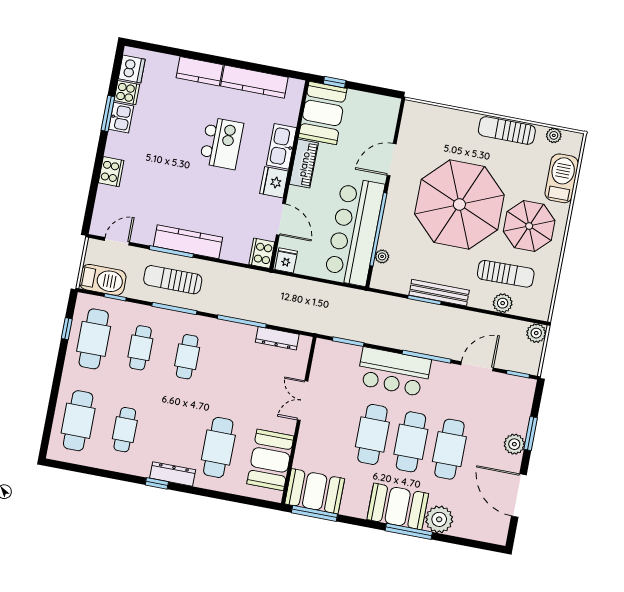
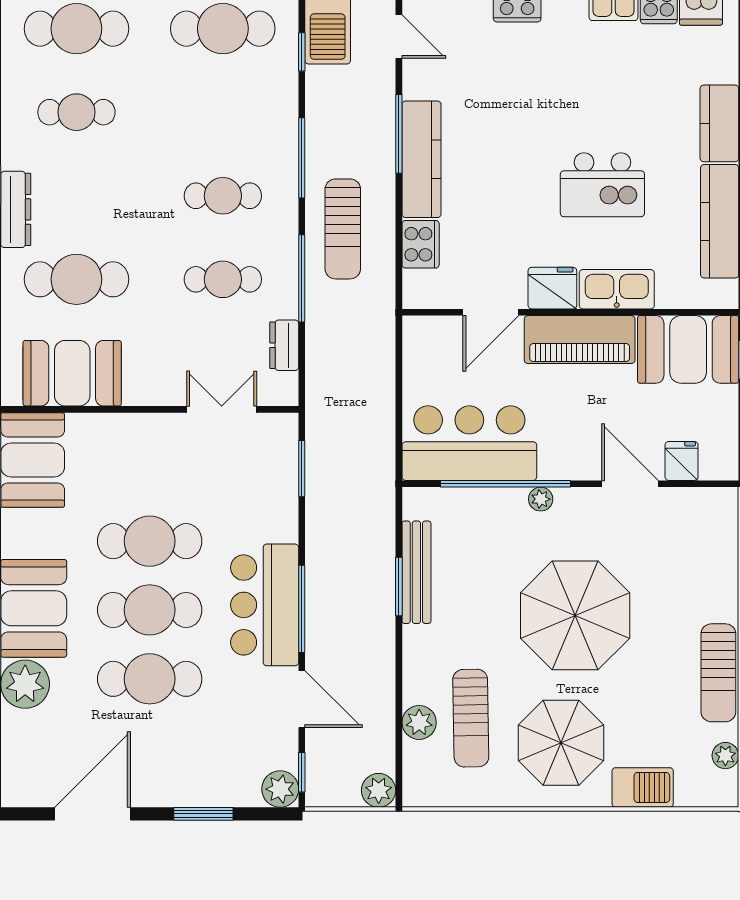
sun lounger: (507, 130) -> (718, 673), turned 180
piano: (304, 164) -> (580, 340), width x1.37, depth x1.33
barbecue: (562, 178) -> (643, 787), width x0.73, depth x0.83
parasol: (459, 204) -> (575, 615), width x0.73, depth x0.73
bar counter: (354, 232) -> (469, 443), width x0.73
cooker: (262, 253) -> (421, 244), moved, turned 90
plant: (382, 256) -> (541, 499), moved
fridge: (286, 260) -> (682, 461), moved, turned -90
sun lounger: (173, 280) -> (343, 229), moved, turned 180
bench: (439, 293) -> (416, 572), moved
dresser: (277, 338) -> (284, 345), width x0.70
cafe table: (140, 348) -> (223, 279), moved
bar counter: (394, 372) -> (265, 605), moved
double door: (303, 401) -> (222, 409), moved
plant: (514, 444) -> (280, 789), moved

